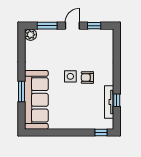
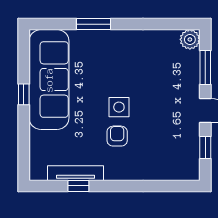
sofa: (36, 100) -> (49, 80), moved, turned -90
window: (101, 132) -> (24, 94), moved

